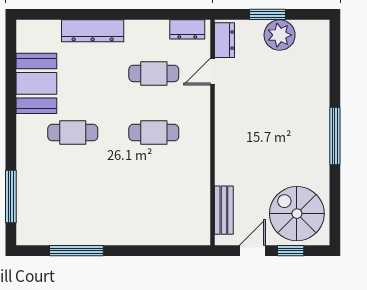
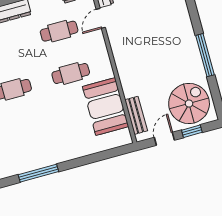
window: (335, 136) -> (205, 55), moved
booth: (187, 188) -> (106, 107), added
spiral stairs: (297, 214) -> (189, 104), turned 90

